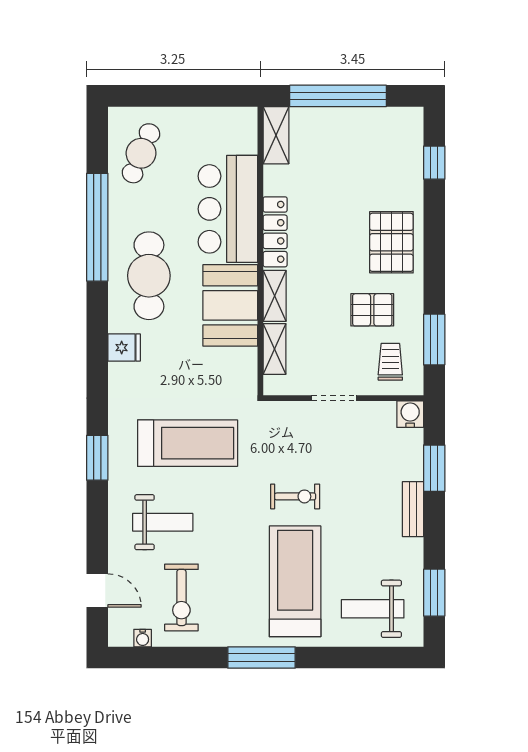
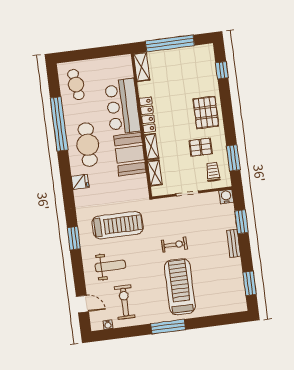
cafe table: (141, 153) -> (76, 84), turned -31
exercise bike: (181, 597) -> (125, 302), turned 180
weight bench: (373, 609) -> (220, 295), removed

